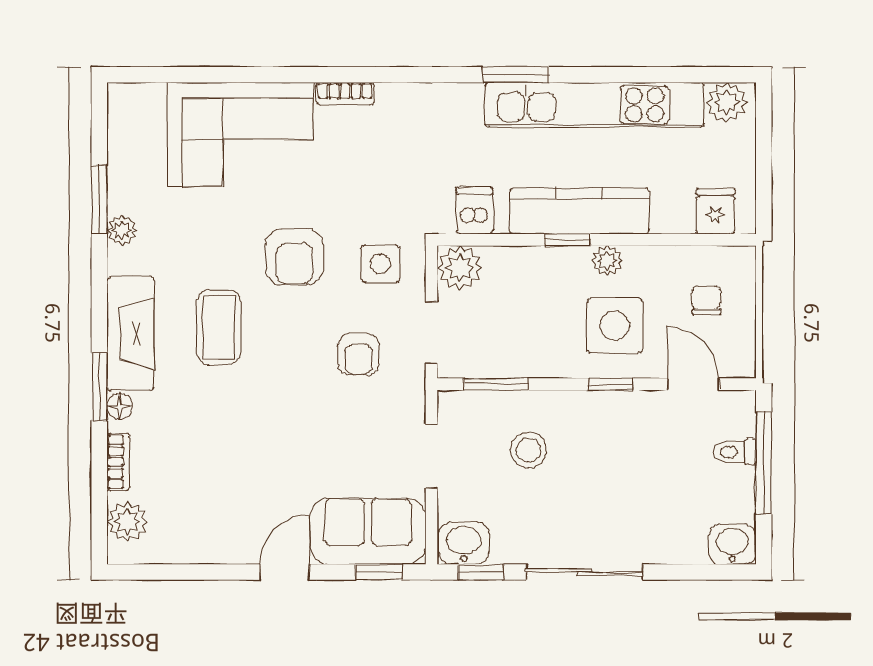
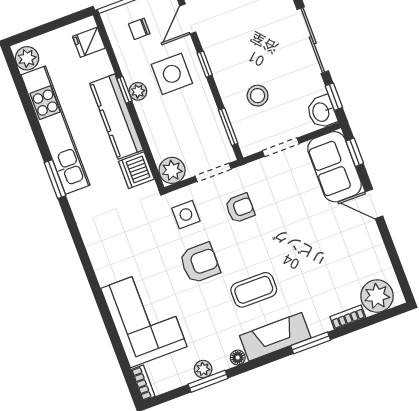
bookcase: (345, 94) -> (143, 383), moved
dishwasher: (474, 211) -> (136, 170), width x1.38
plant: (122, 230) -> (203, 369), moved
window: (568, 240) -> (124, 90), moved
floor lamp: (120, 406) -> (238, 358), moved
plant: (127, 522) -> (377, 296), width x1.36, depth x1.36

